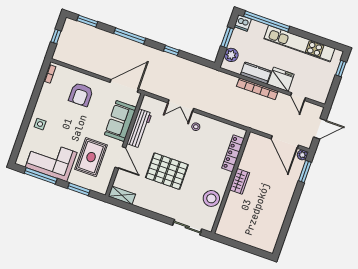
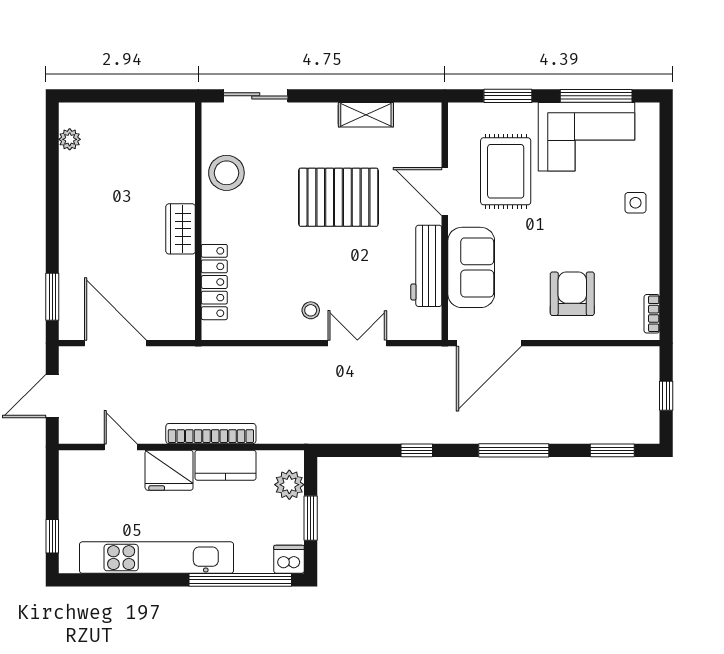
plant: (302, 155) -> (70, 139), moved
shelving: (122, 195) -> (366, 115), moved

